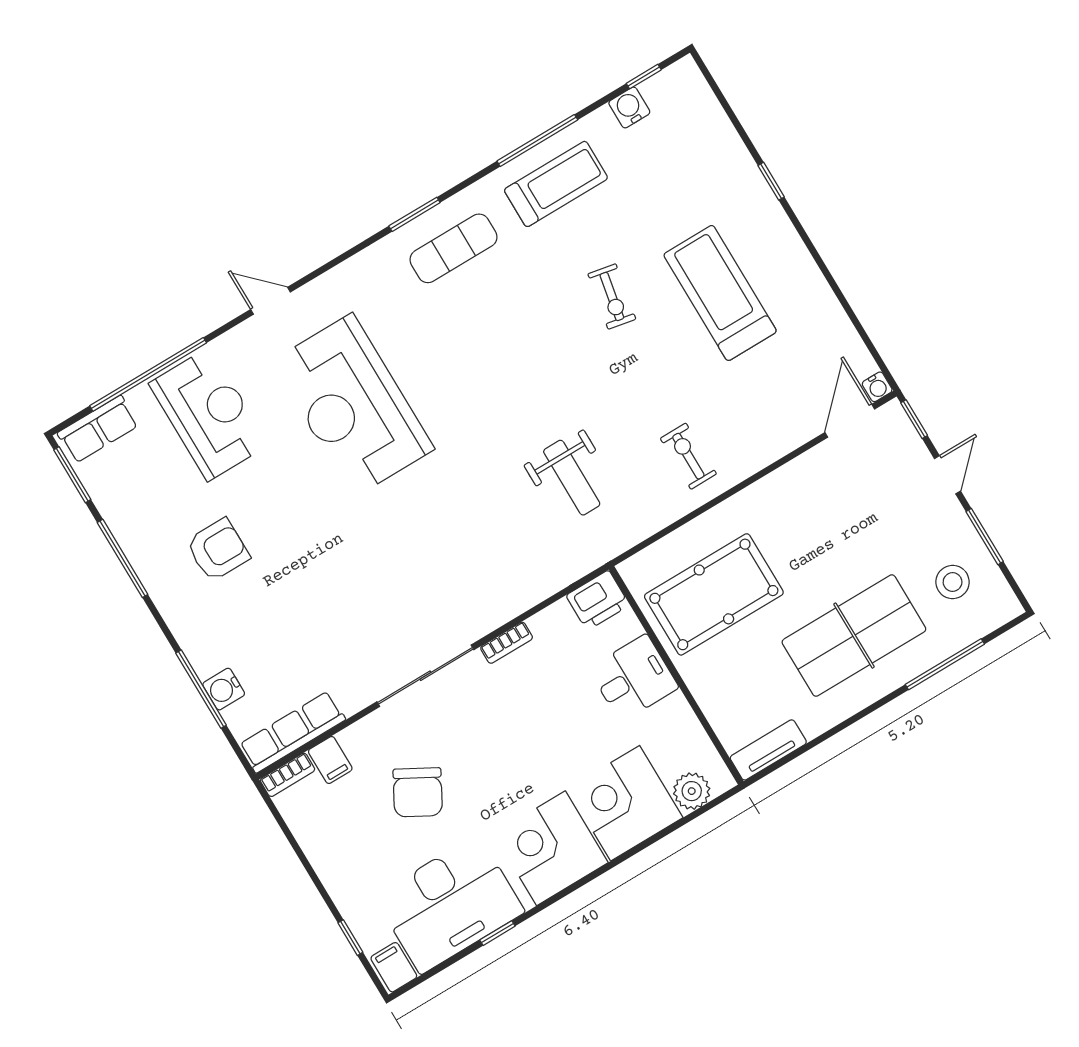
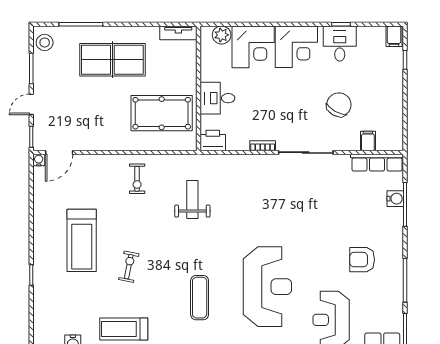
exercise mat: (453, 248) -> (200, 298), moved, turned 90
stool: (953, 582) -> (45, 42), moved
bookcase: (288, 775) -> (390, 146), removed
desk: (449, 904) -> (340, 44), width x0.53, depth x0.77

